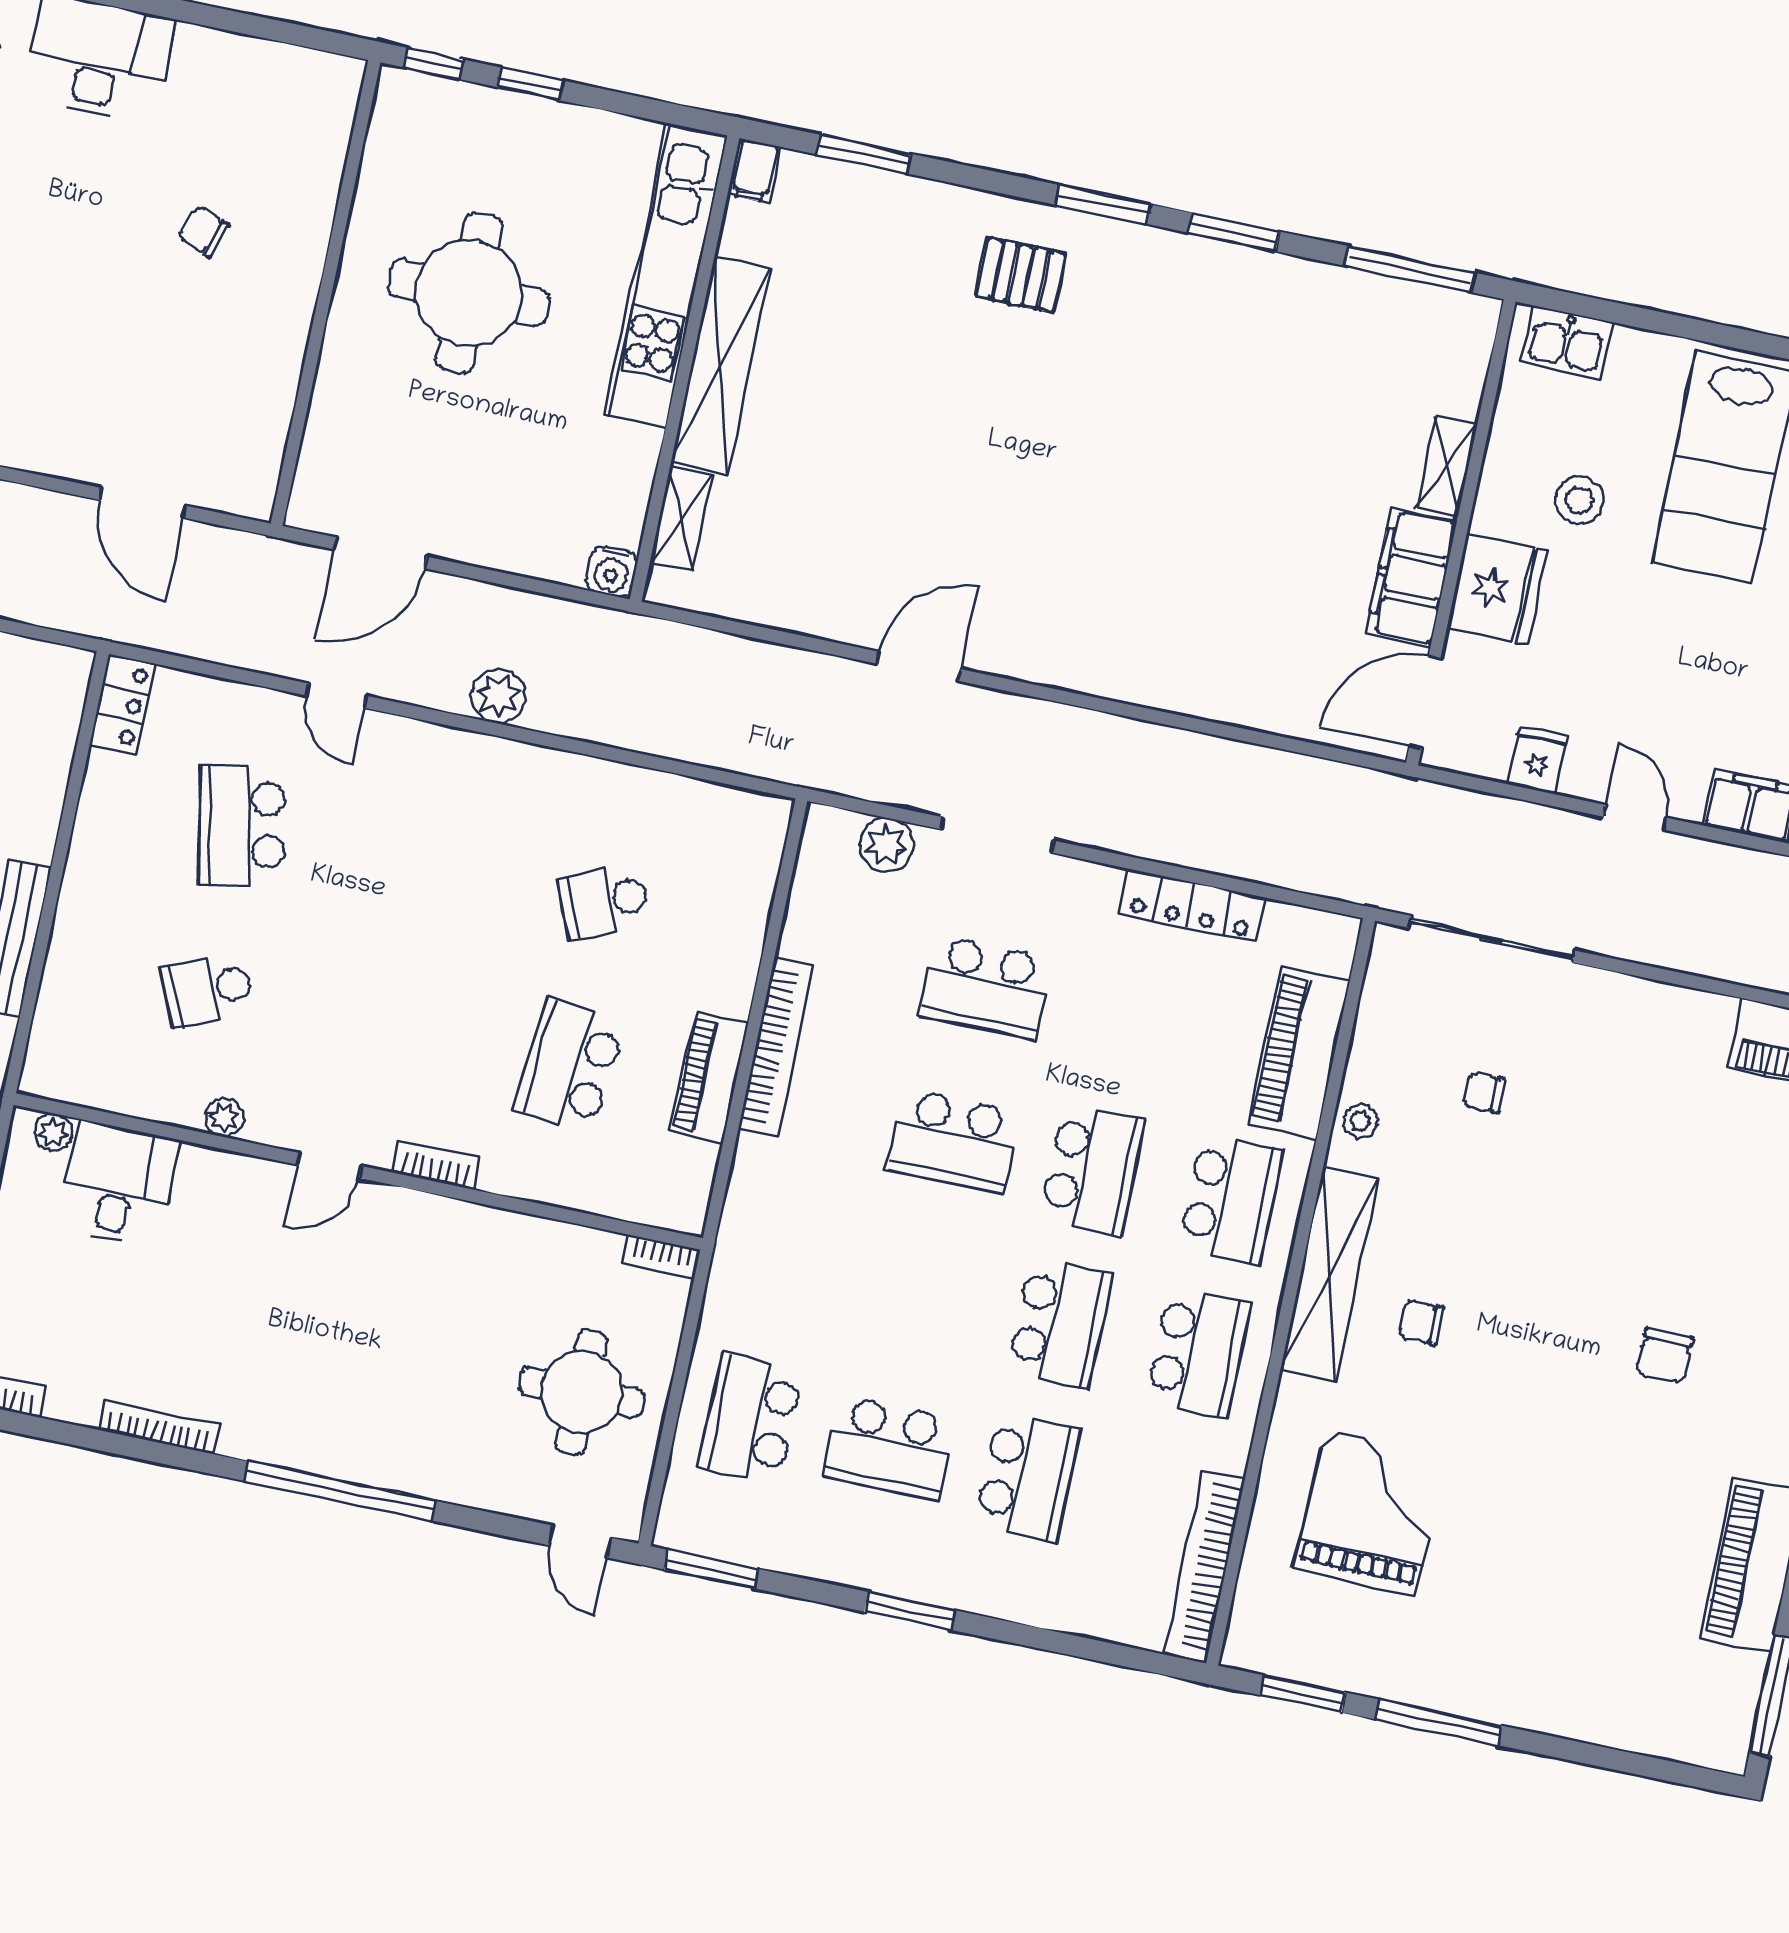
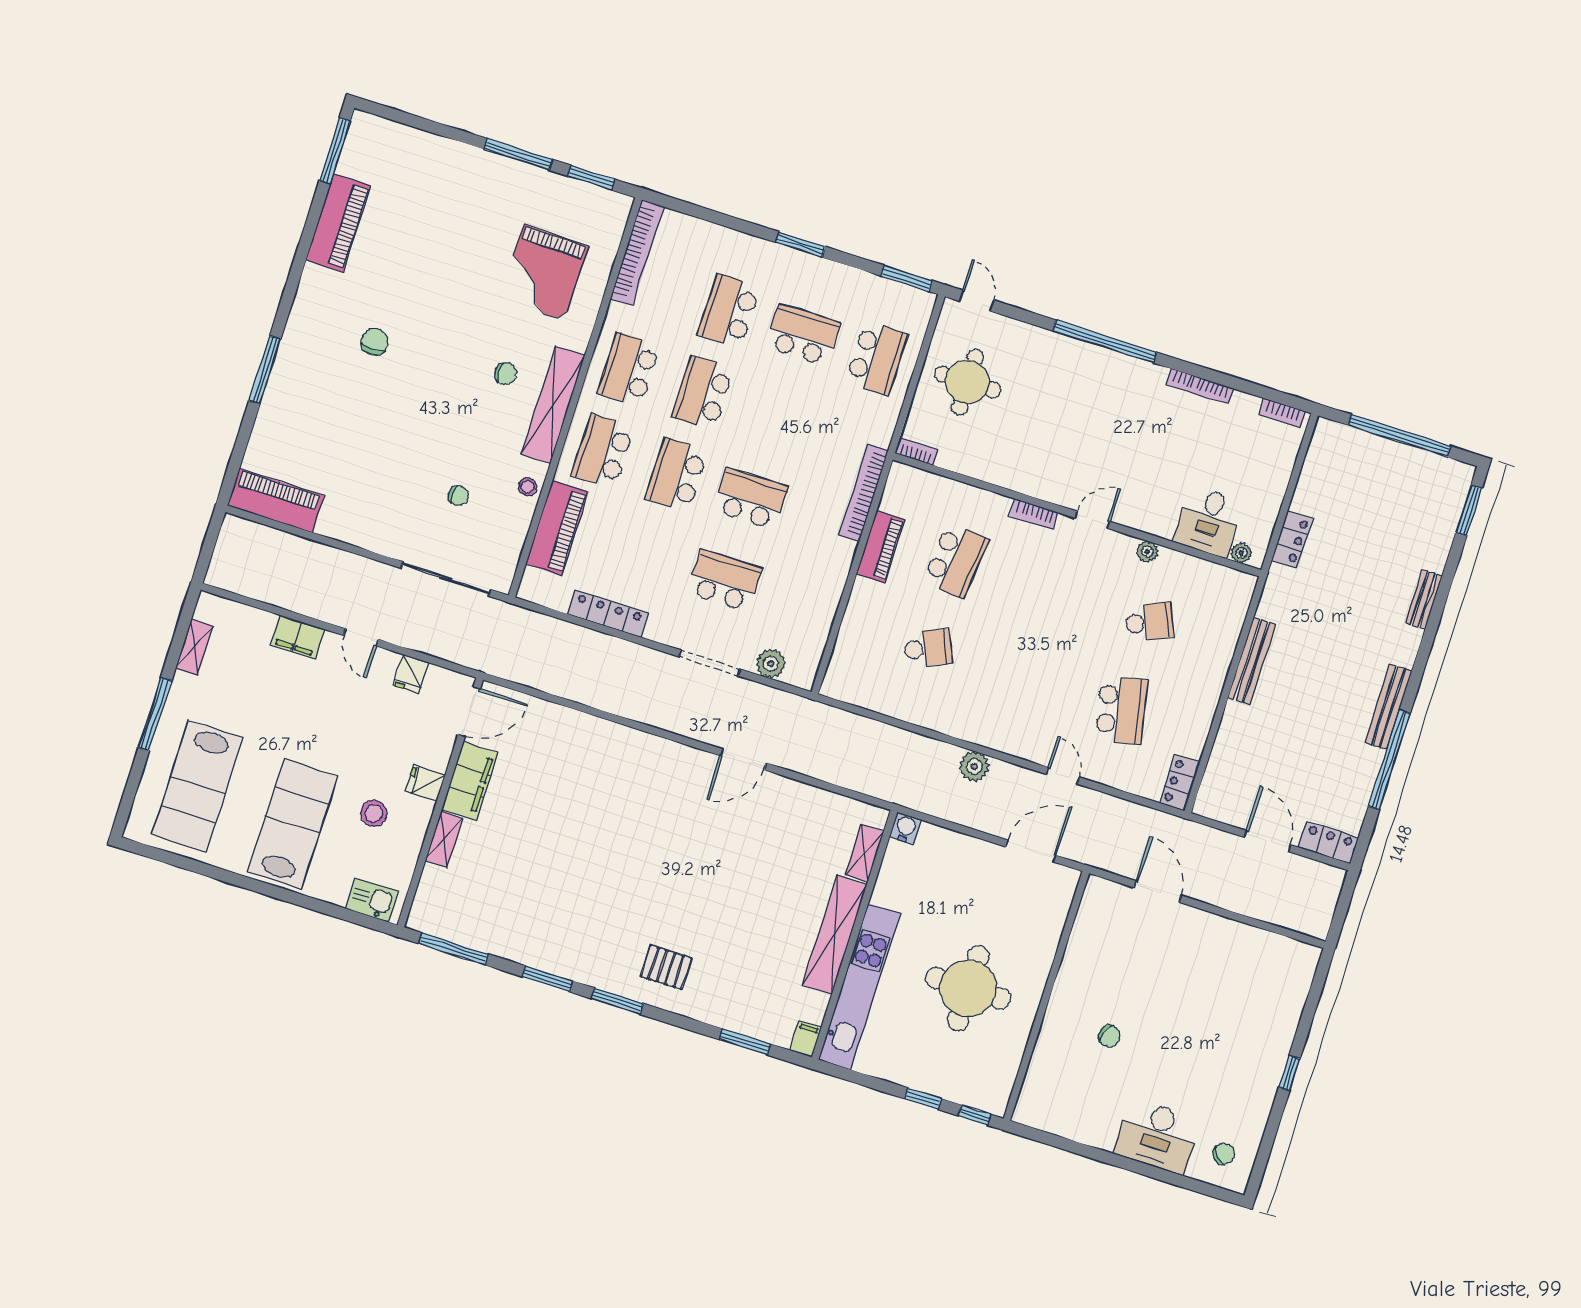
fridge: (1497, 589) -> (425, 783), width x0.53, depth x0.75
bookcase: (776, 1047) -> (864, 493), moved

